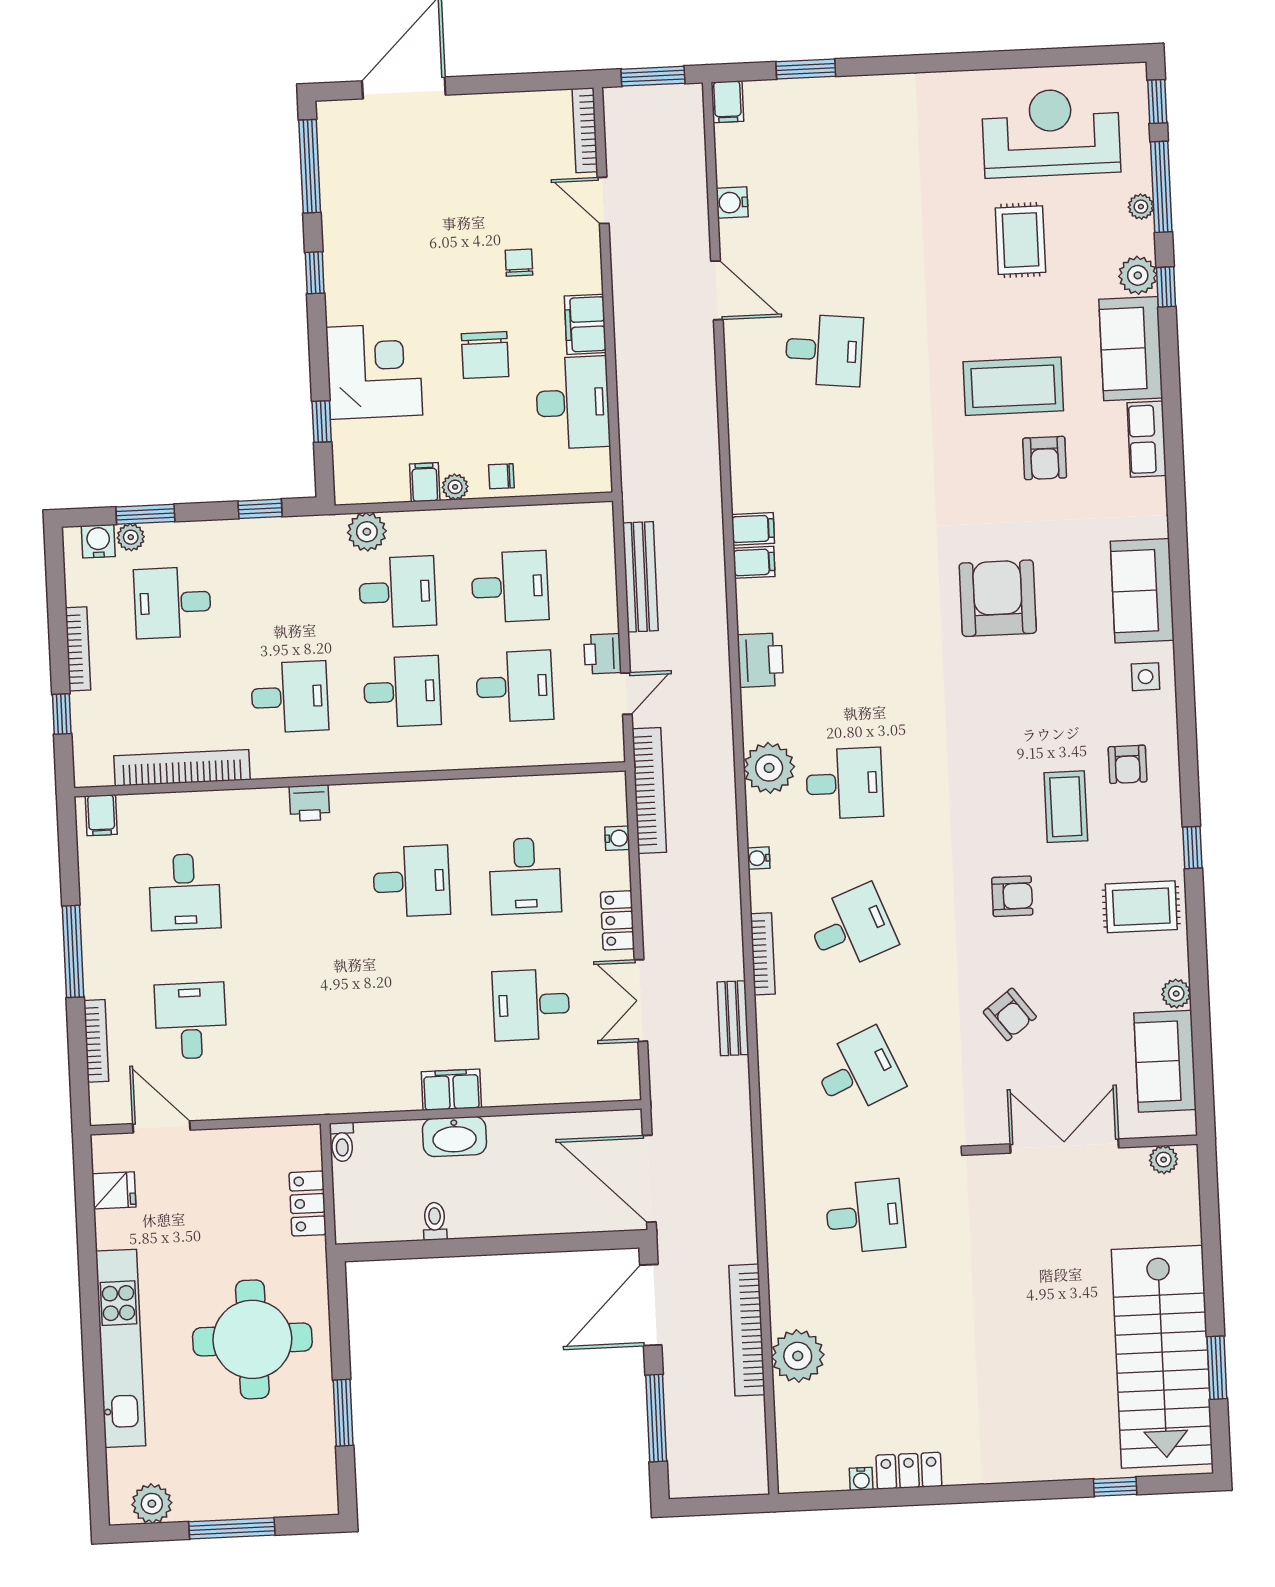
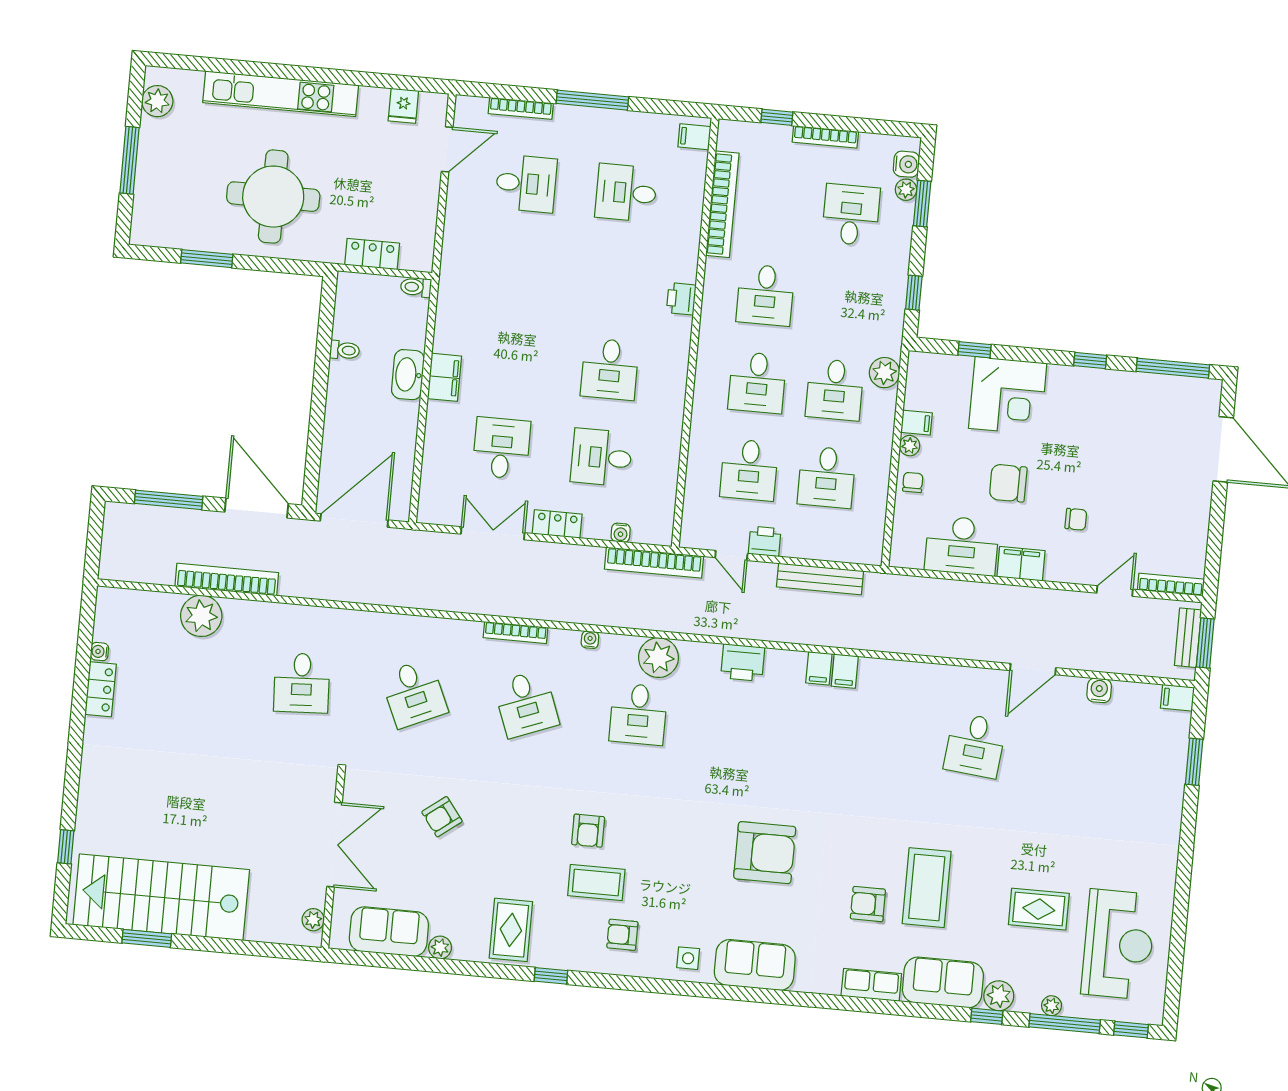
armchair: (1012, 896) -> (588, 831), moved
bench: (733, 1018) -> (1188, 638), moved, turned 90

